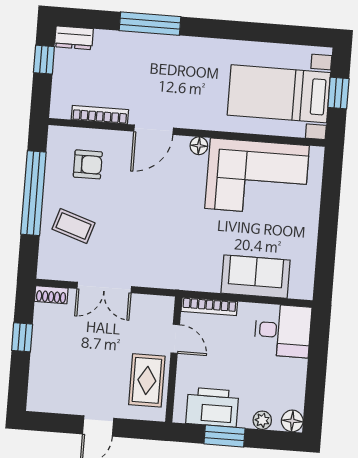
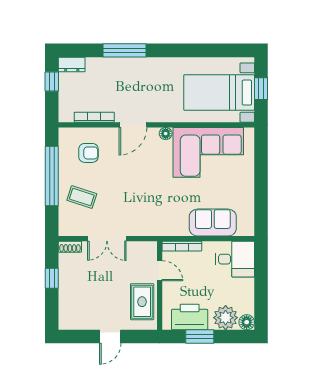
plant: (262, 420) -> (226, 318), width x1.88, depth x1.88

